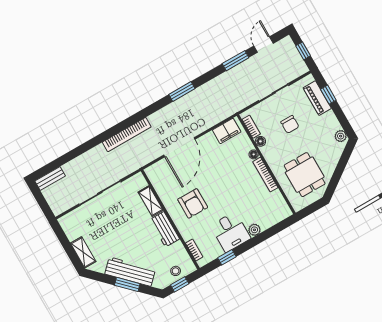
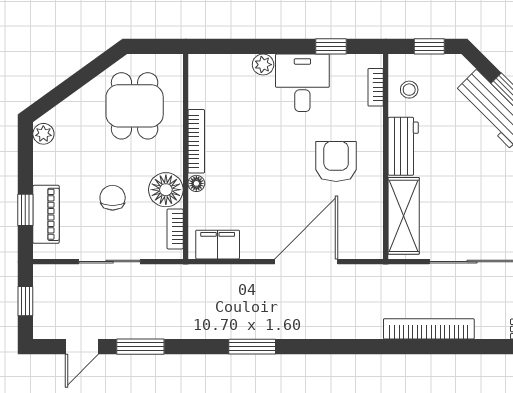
bookcase: (127, 135) -> (429, 329), moved
floor lamp: (260, 141) -> (166, 190), width x1.89, depth x1.89
shelving: (151, 201) -> (404, 216), width x1.50, depth x1.33
stool: (176, 271) -> (409, 90), moved

